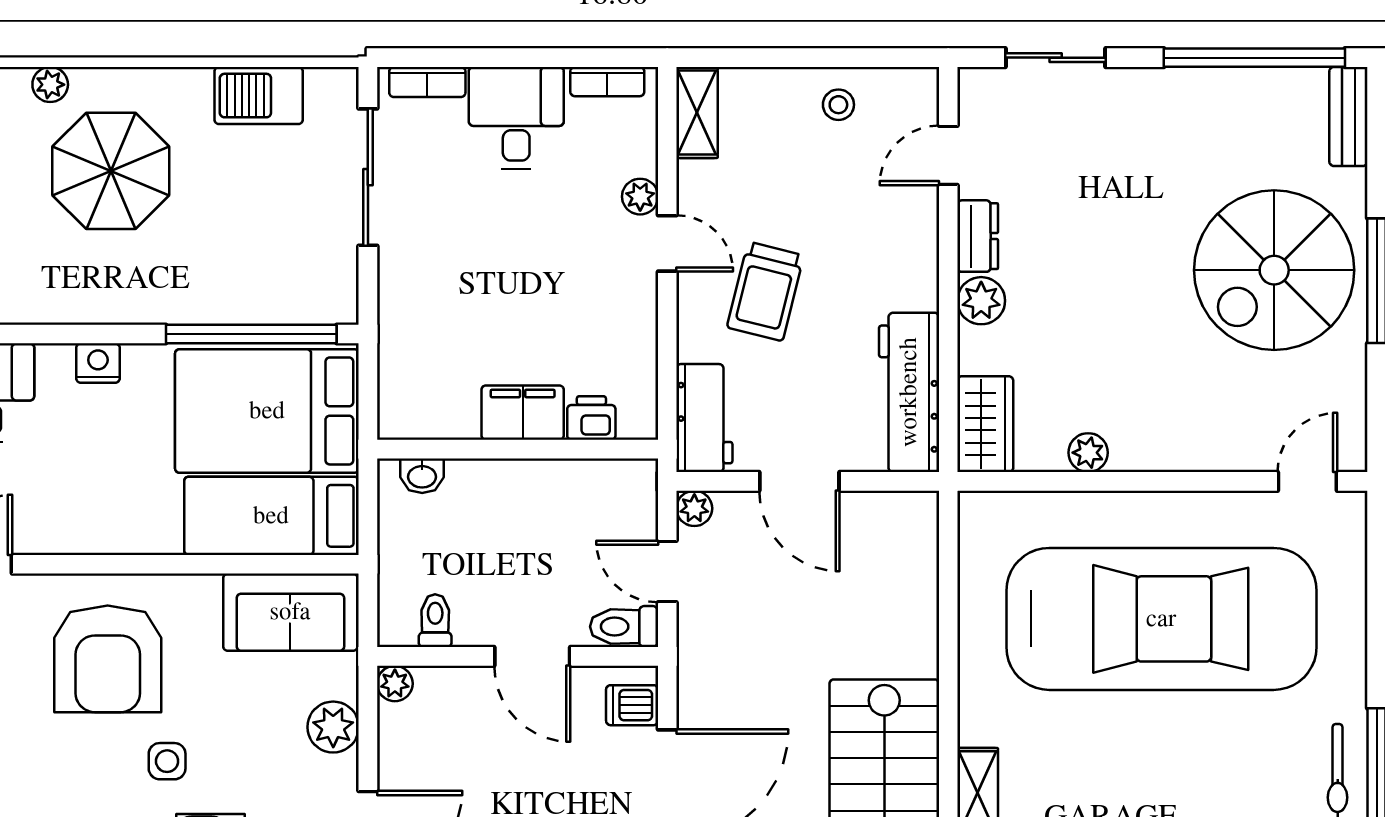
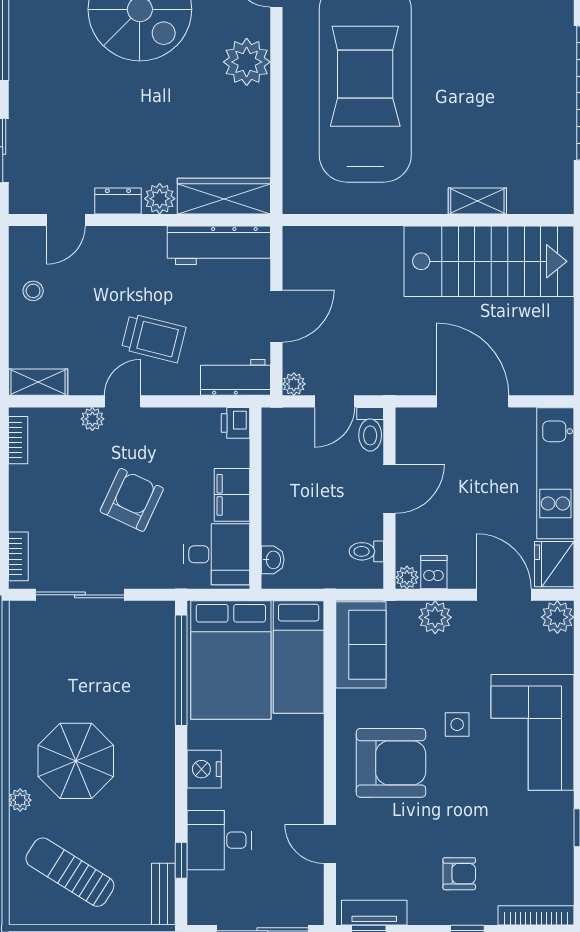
barbecue: (259, 96) -> (27, 665), removed
desk: (516, 118) -> (217, 554), moved, turned 180
door: (948, 155) -> (66, 220), hinge flipped
armchair: (515, 257) -> (132, 500), added
nightstand: (98, 363) -> (204, 769), width x1.36, depth x1.33
printer: (591, 418) -> (235, 423), moved
wardrobe: (985, 424) -> (224, 196), width x1.50
plant: (1088, 453) -> (247, 62), moved, width x1.88, depth x1.88
dishwasher: (632, 705) -> (434, 572), moved, turned 180

